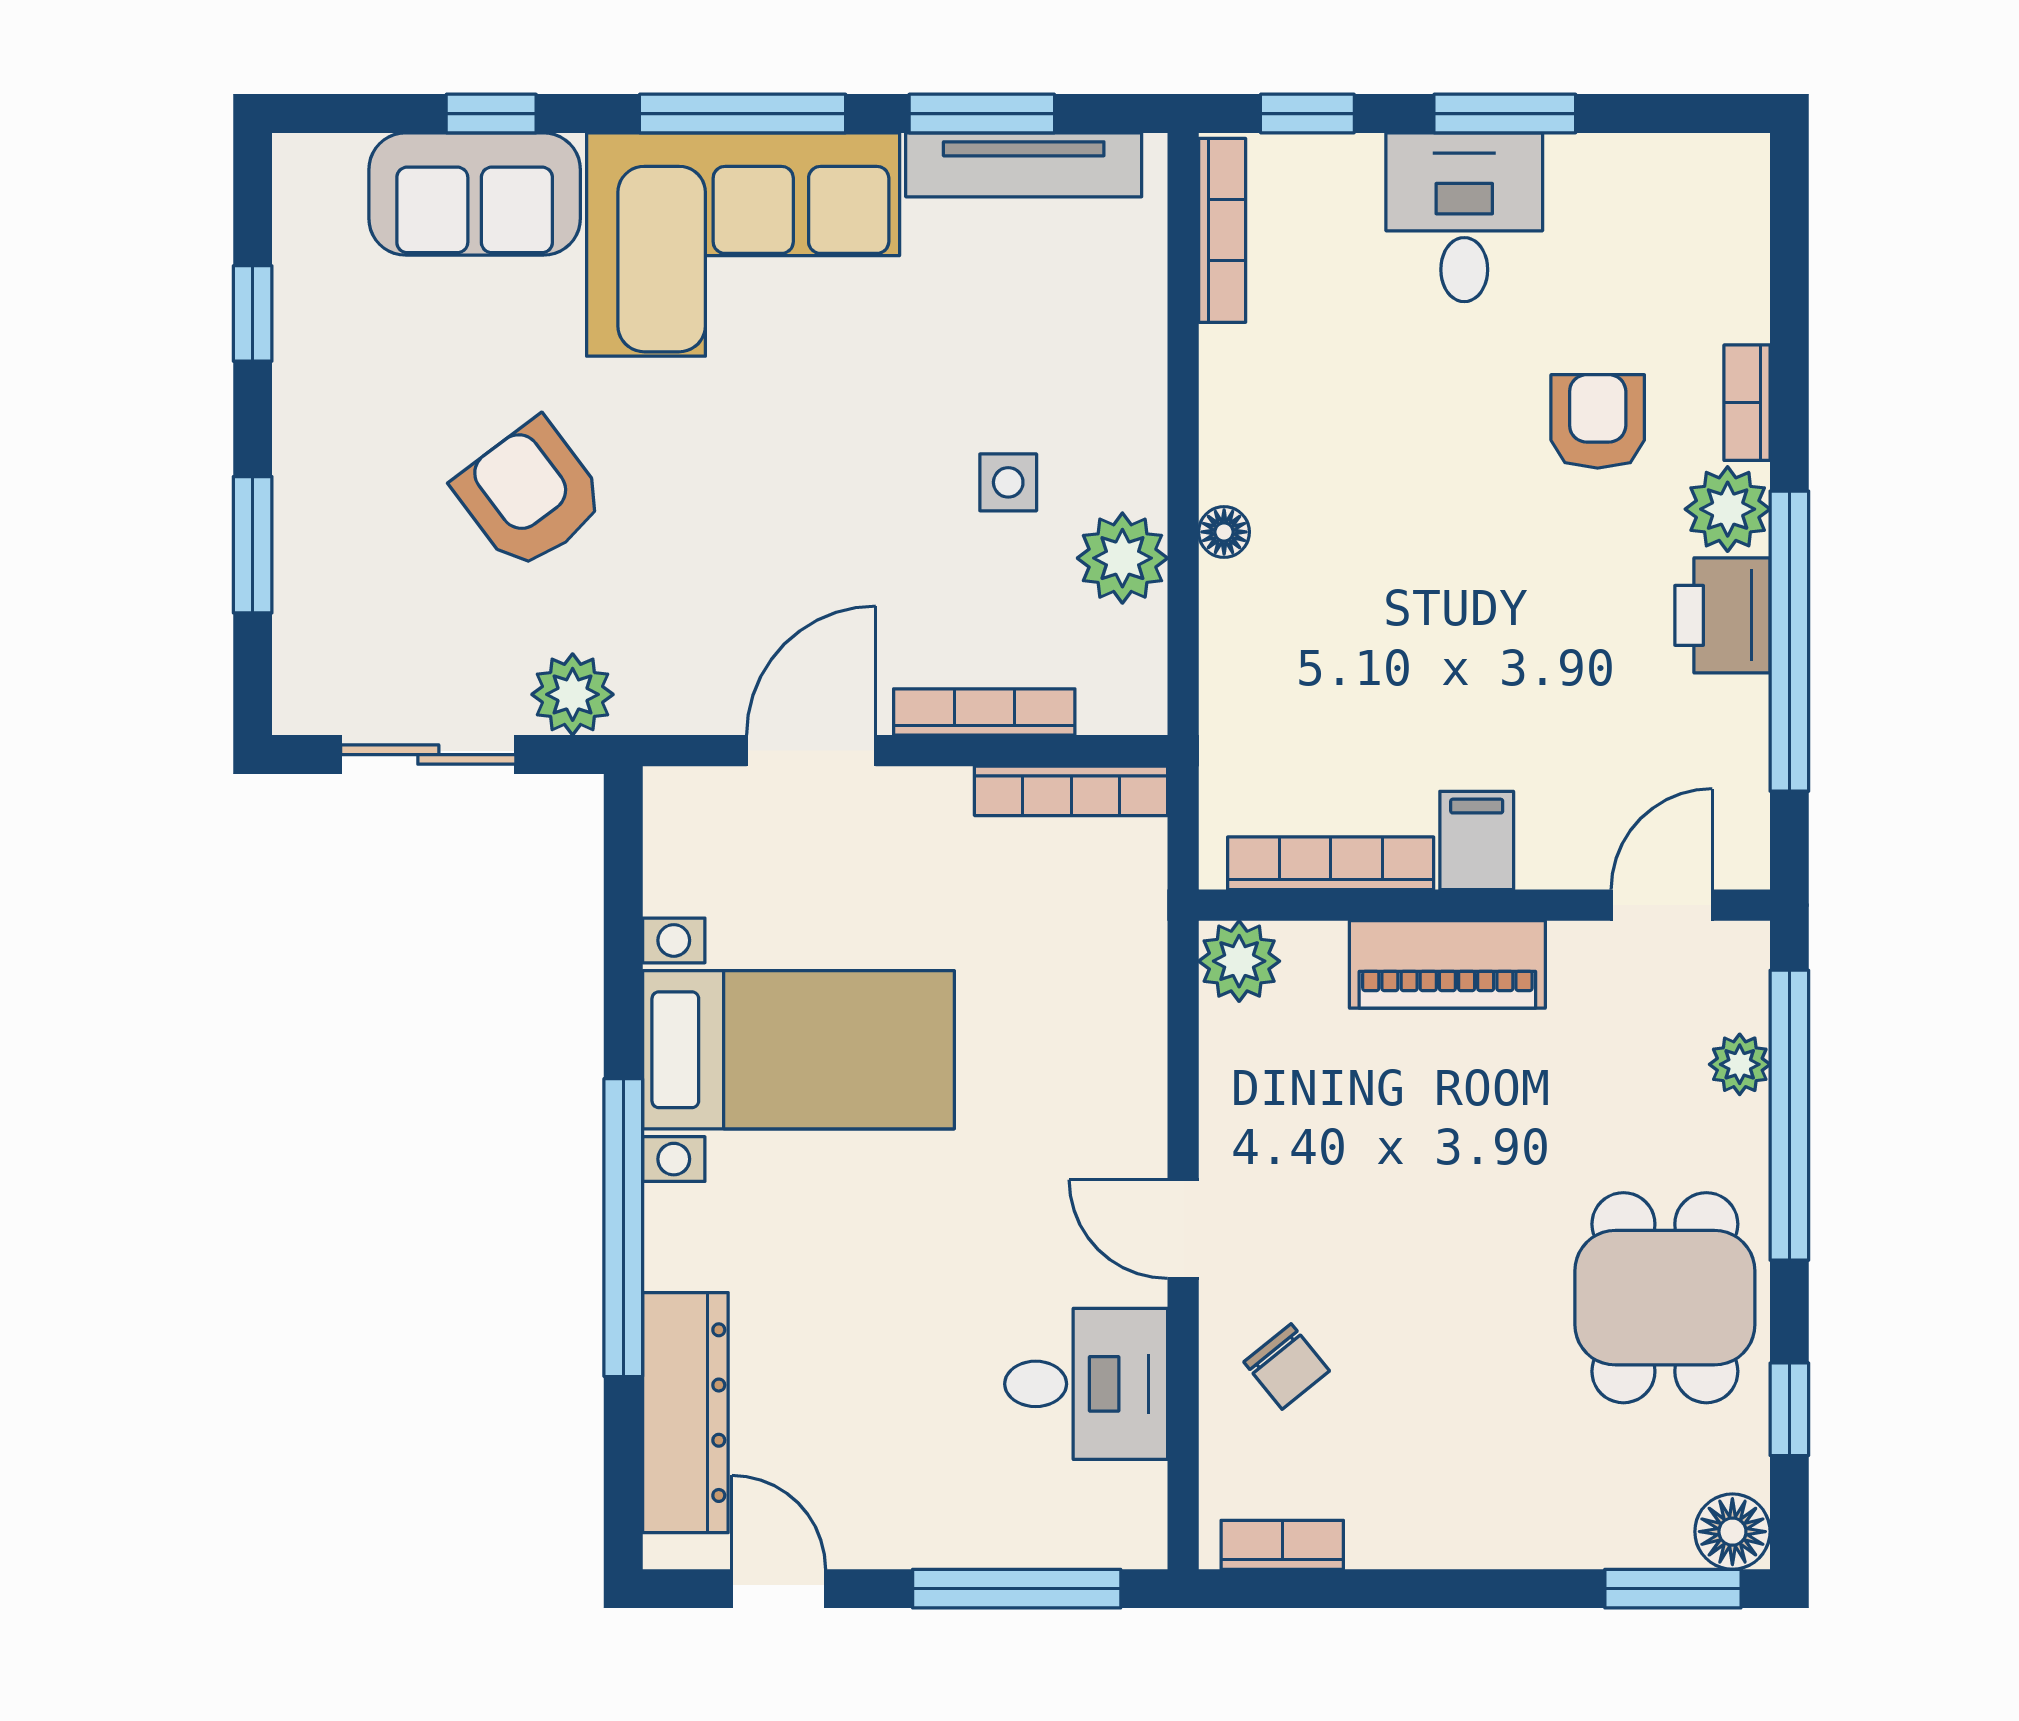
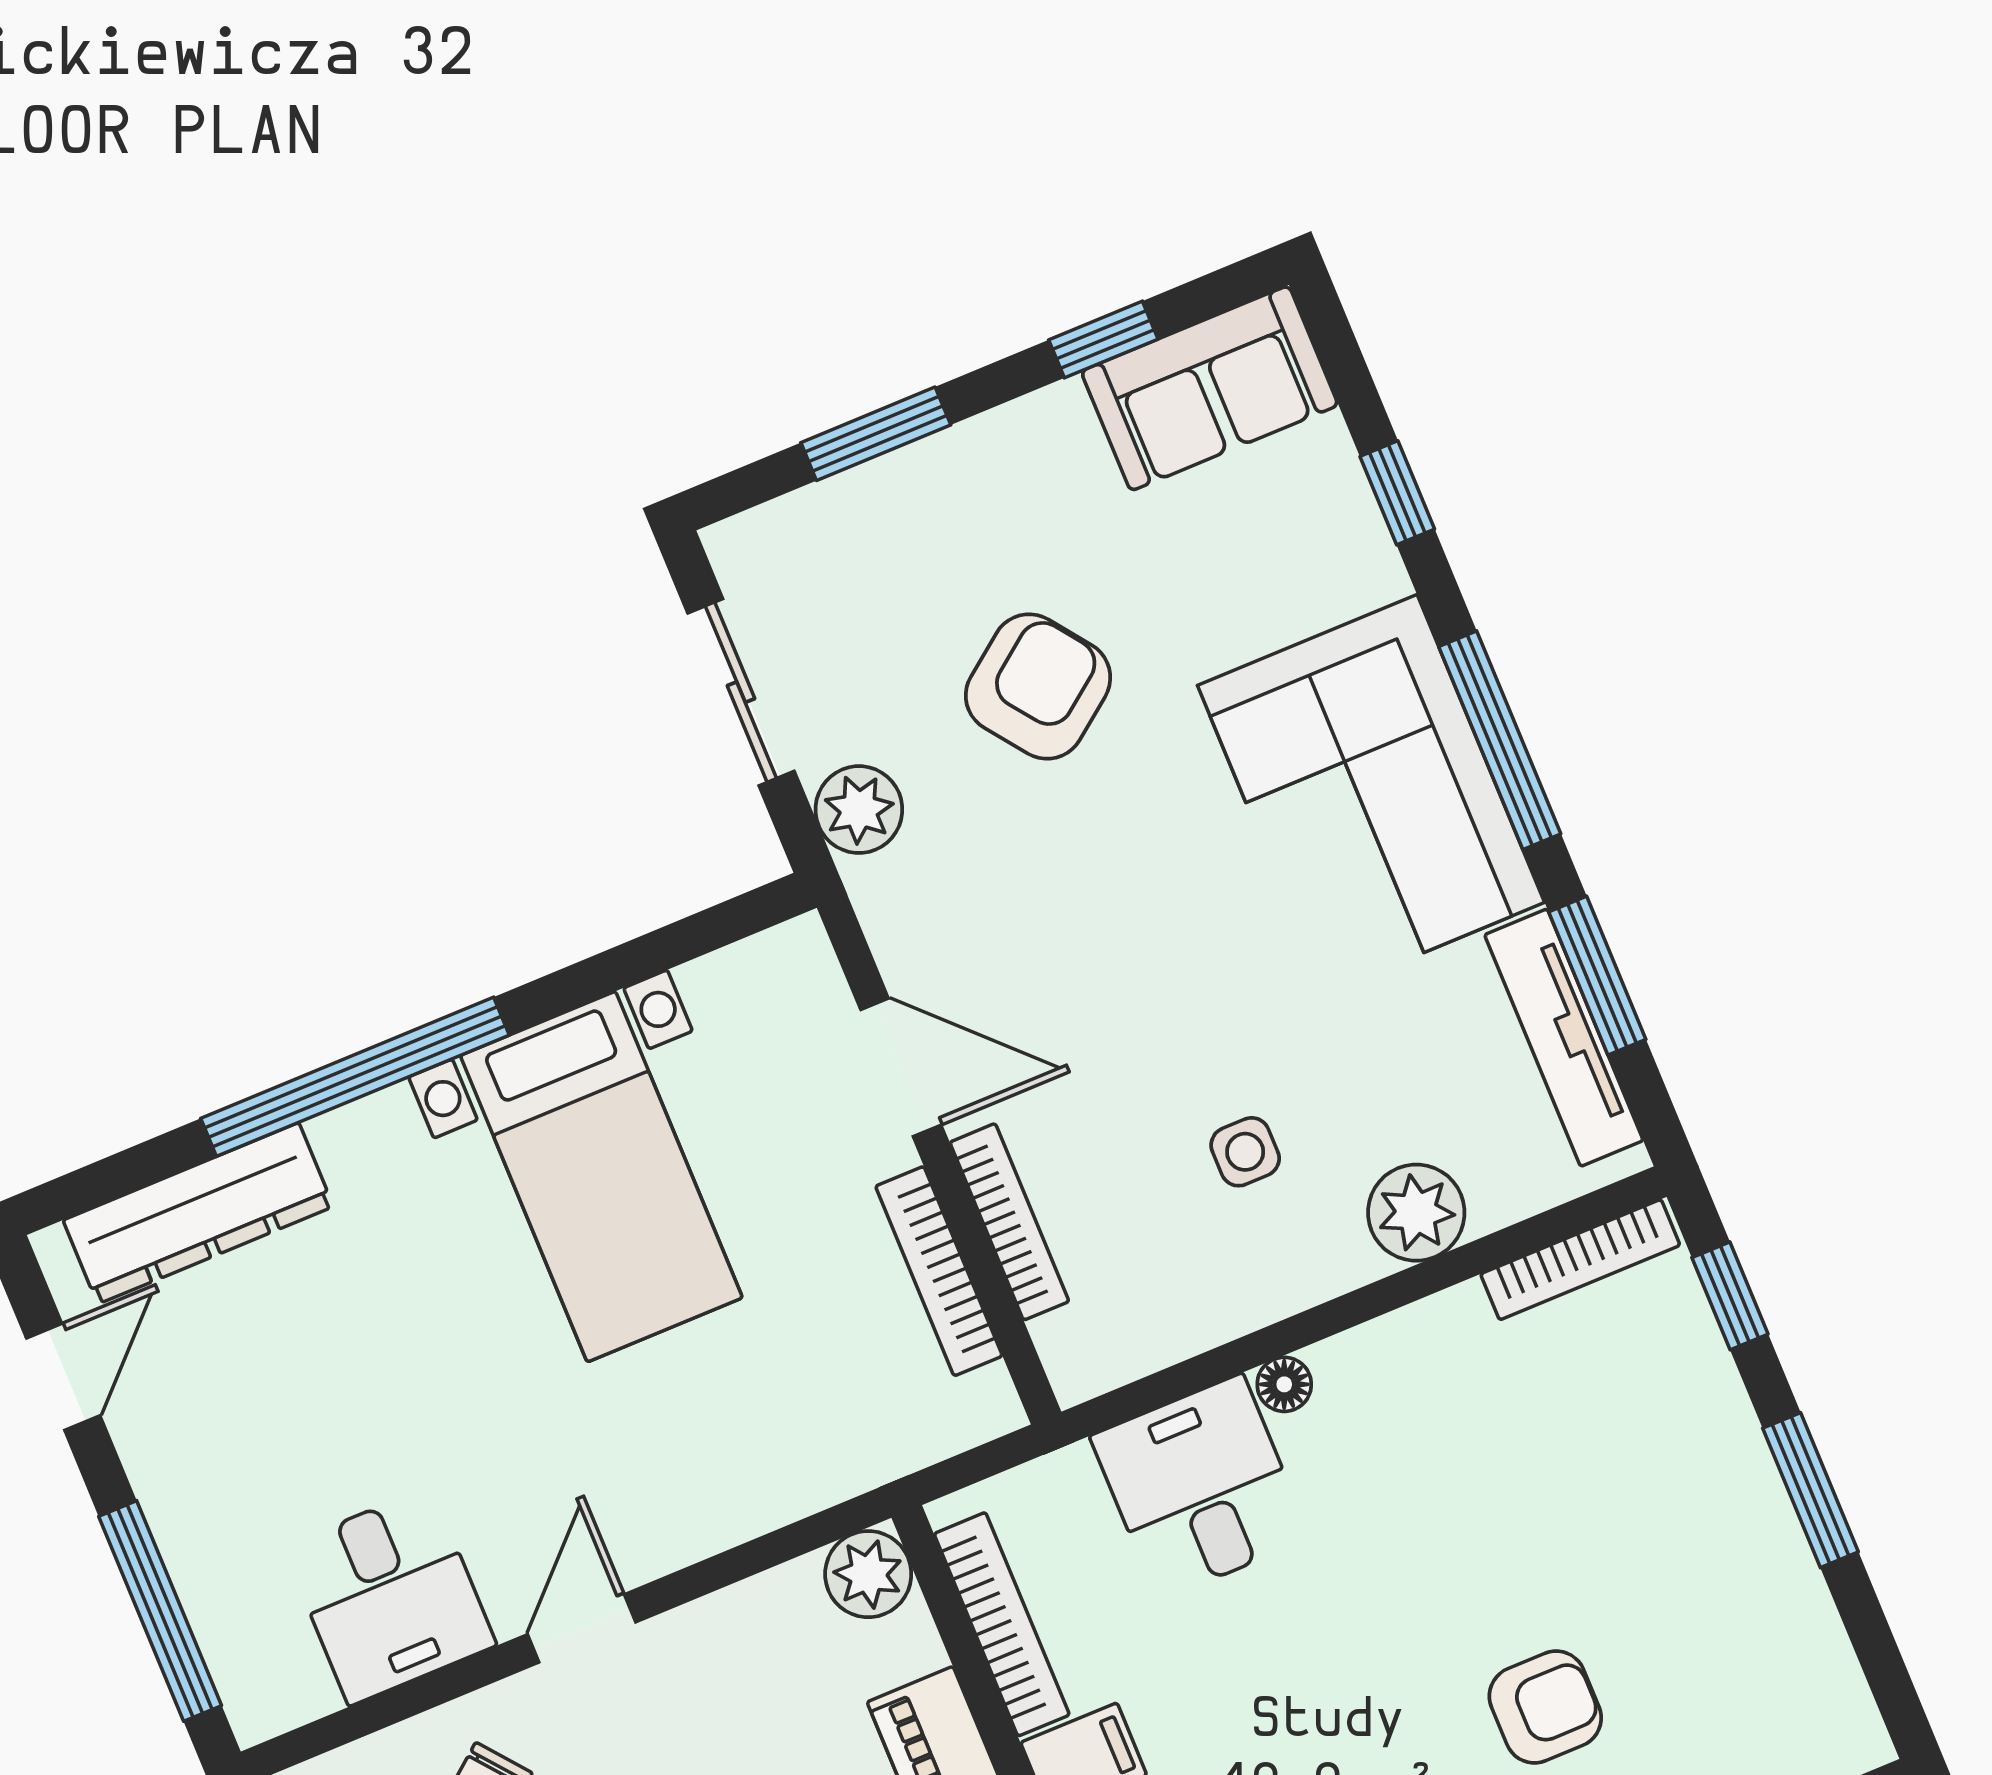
sofa: (475, 194) -> (1210, 388), moved, turned -90
desk: (1464, 217) -> (1200, 1487), moved, turned -90
plant: (1122, 558) -> (1416, 1213), moved
bookcase: (1071, 791) -> (939, 1271), moved

